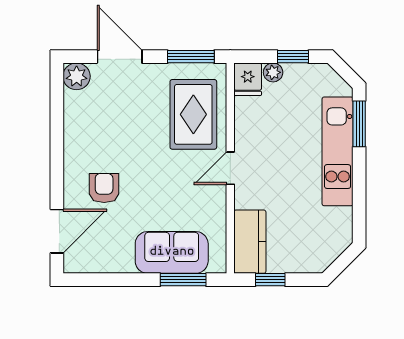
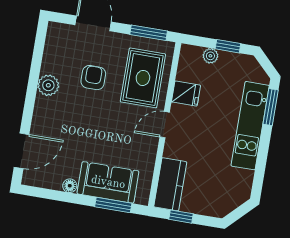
plant: (77, 76) -> (48, 85), moved
fridge: (248, 79) -> (186, 93), moved, turned -90
armchair: (104, 188) -> (93, 78), moved
floor lamp: (125, 265) -> (70, 186), added

